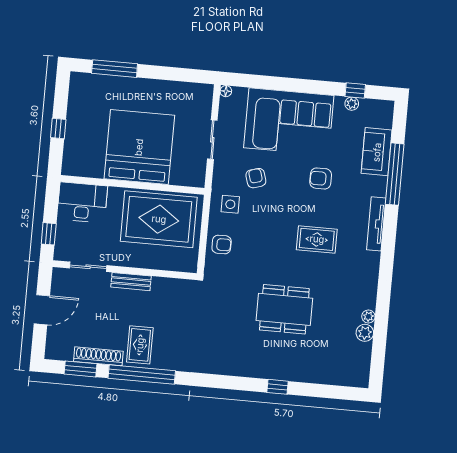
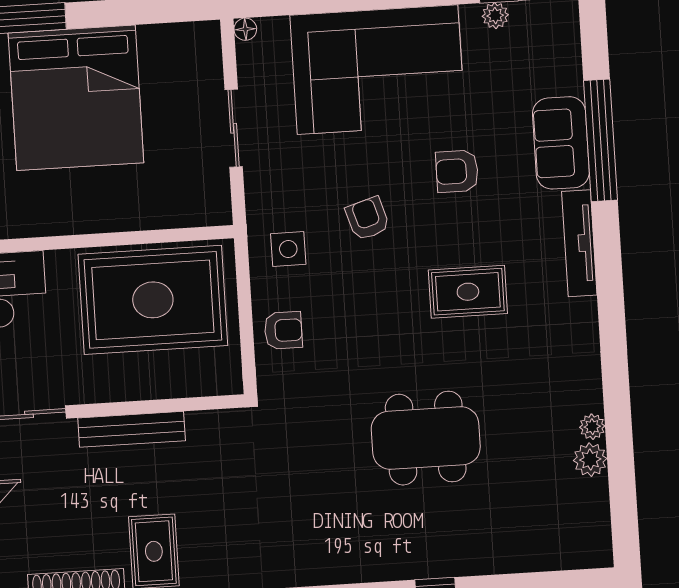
bed: (139, 147) -> (76, 98), moved, turned 180
sofa: (377, 152) -> (561, 143), moved
armchair: (256, 178) -> (367, 219), moved
bench: (131, 282) -> (132, 429), width x1.36

